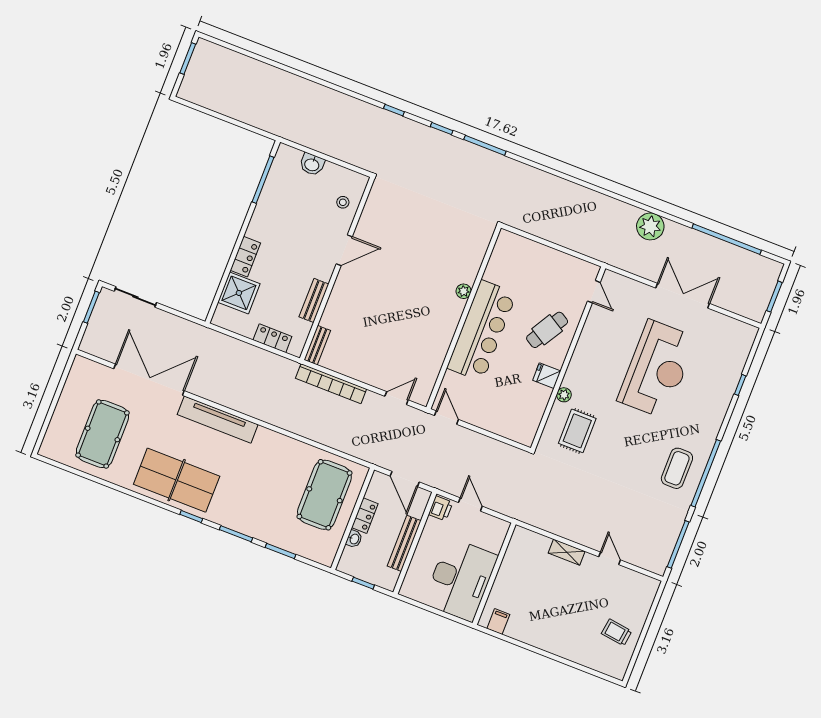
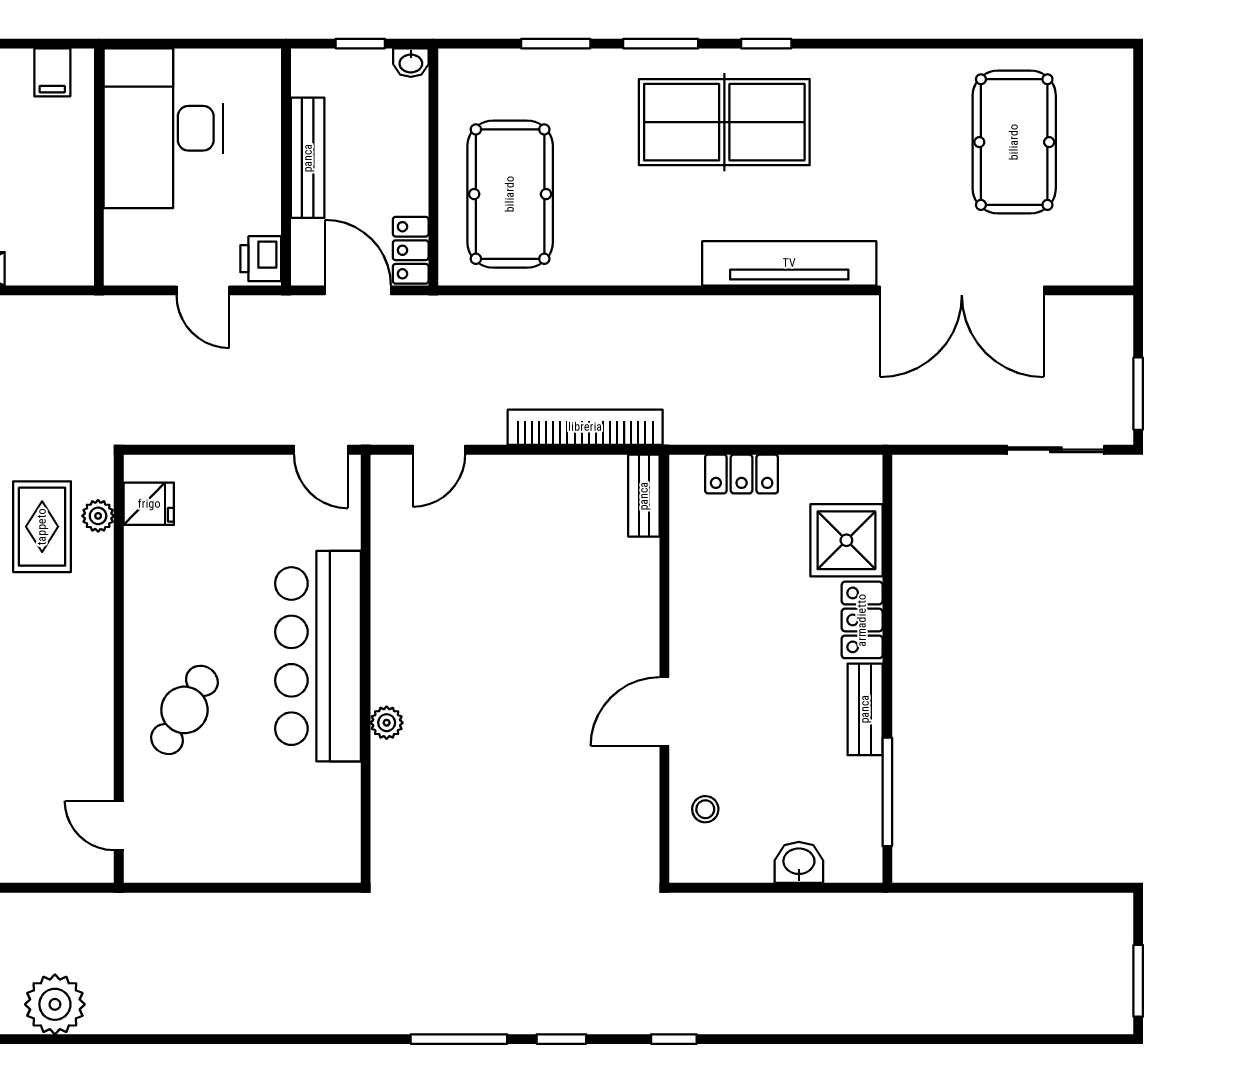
bench: (314, 300) -> (865, 709), moved
fridge: (547, 376) -> (149, 504), moved
plant: (564, 395) -> (98, 516), moved
table tennis table: (177, 480) -> (724, 122), moved
locker: (365, 516) -> (411, 250), moved
washbasin: (354, 539) -> (411, 63), moved, turned -90

